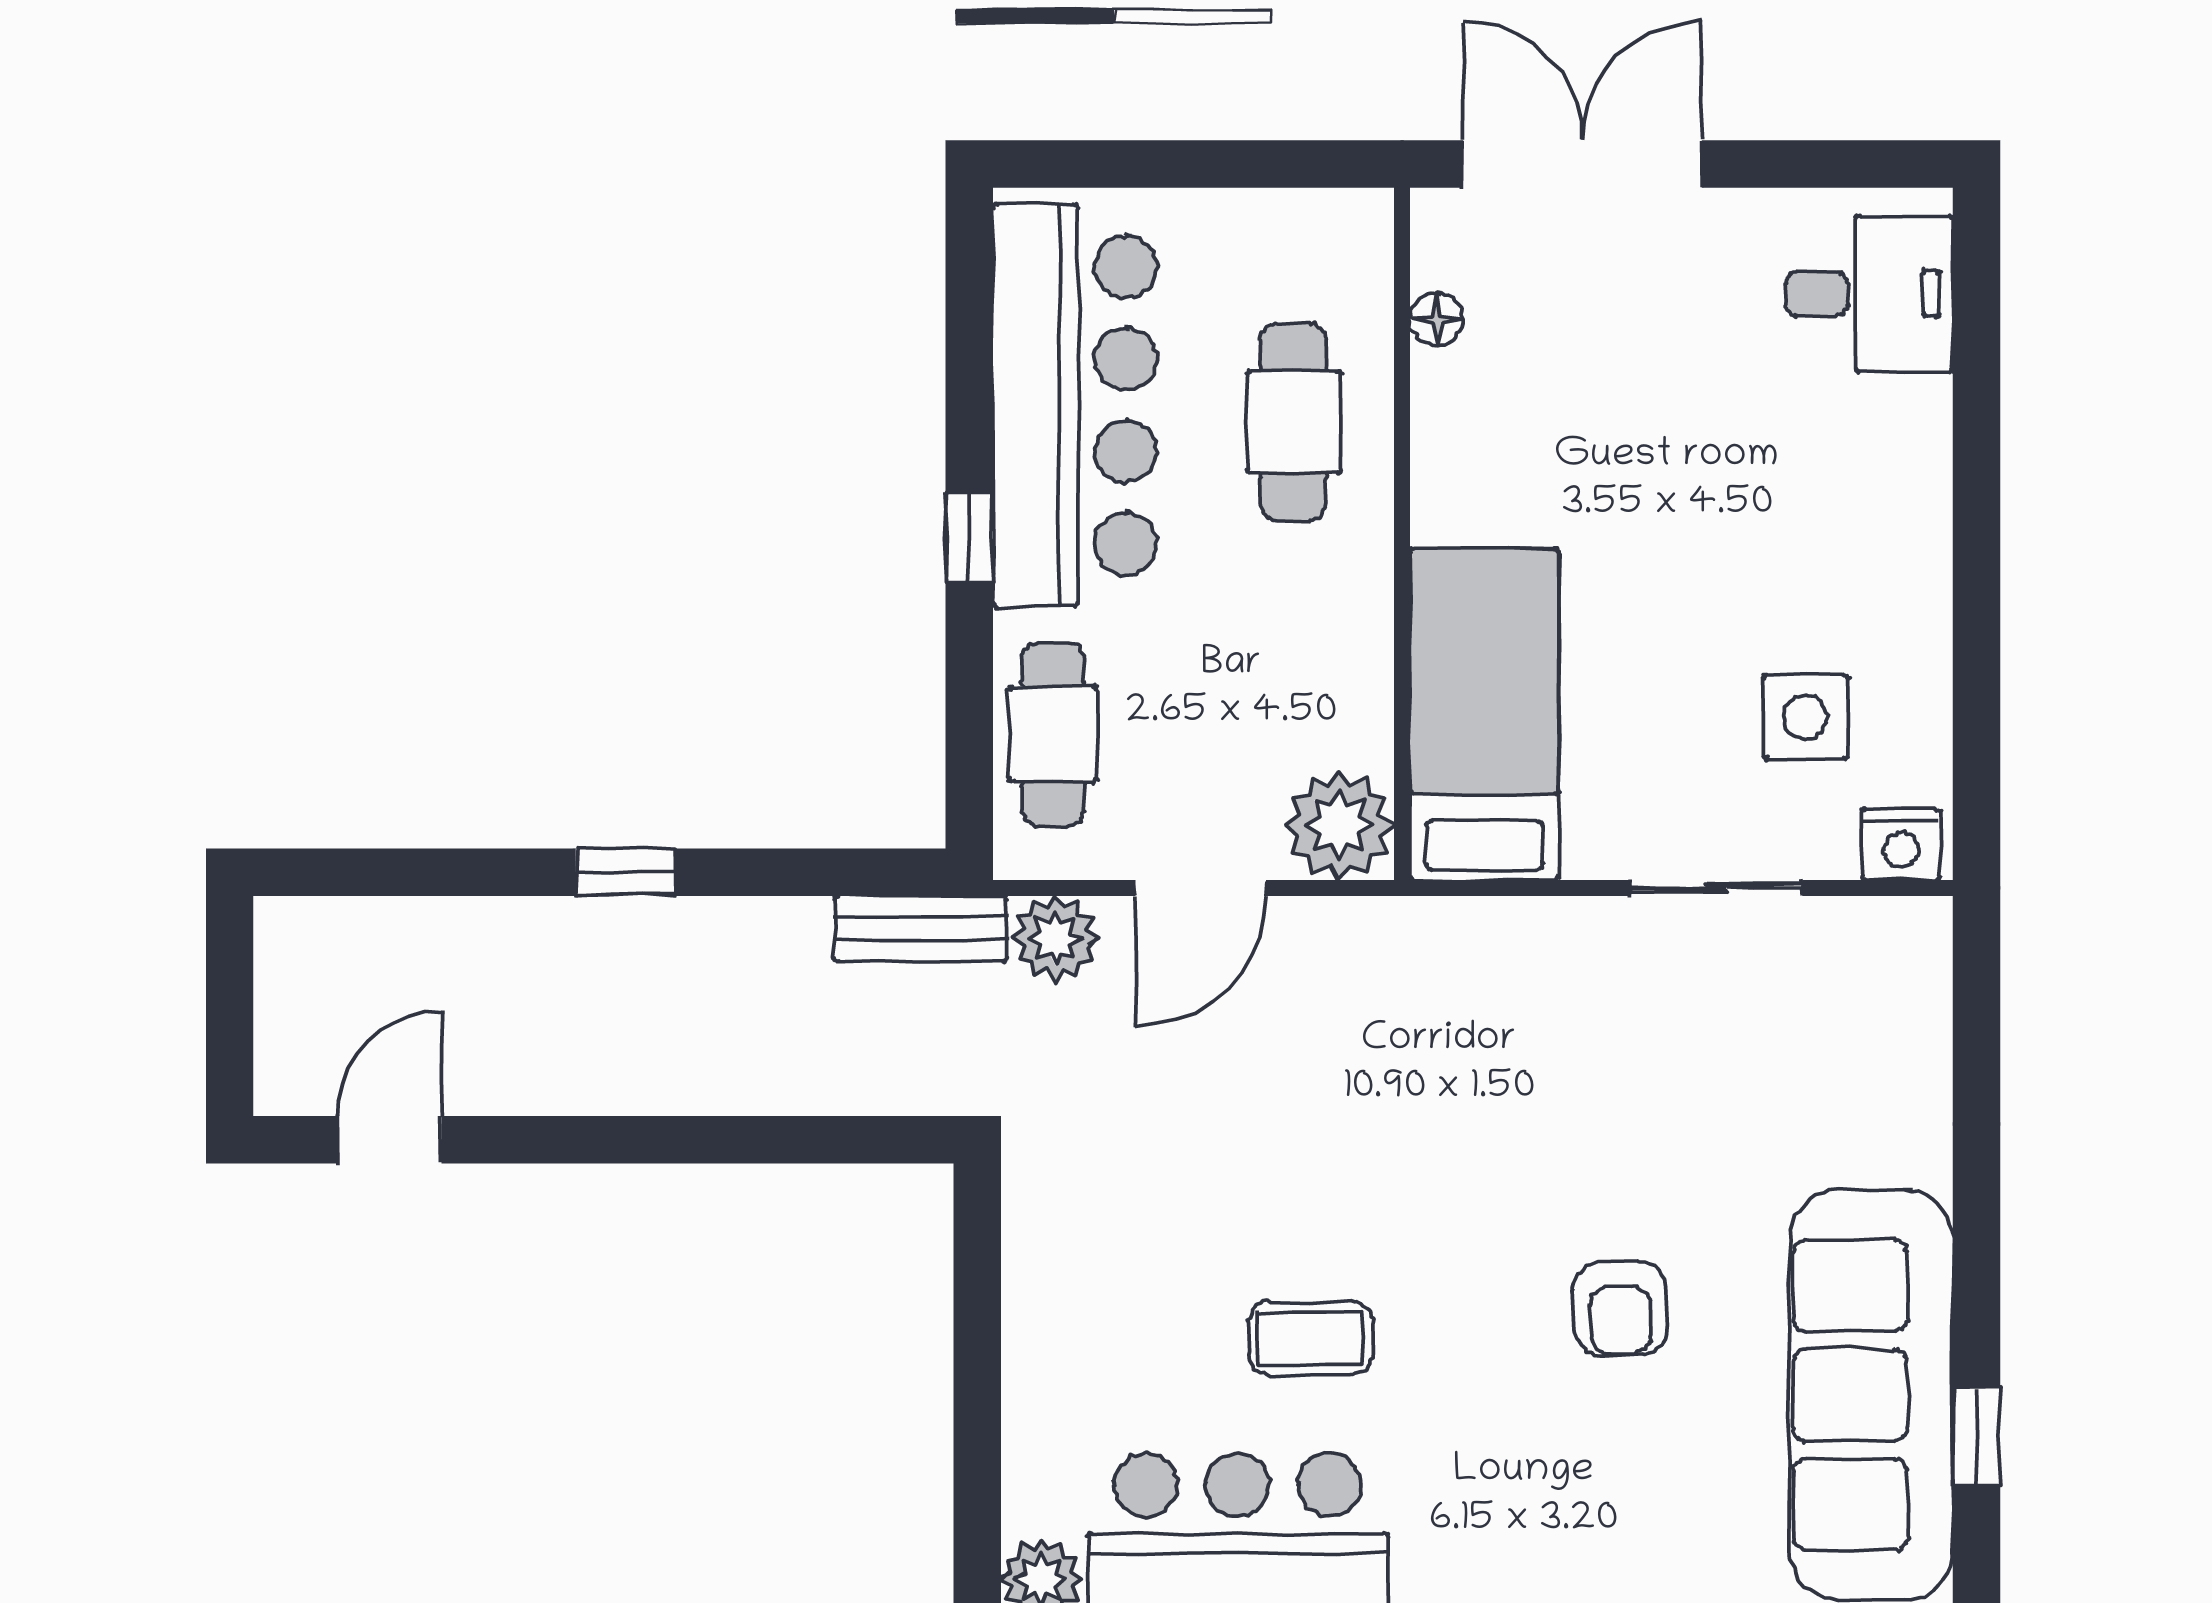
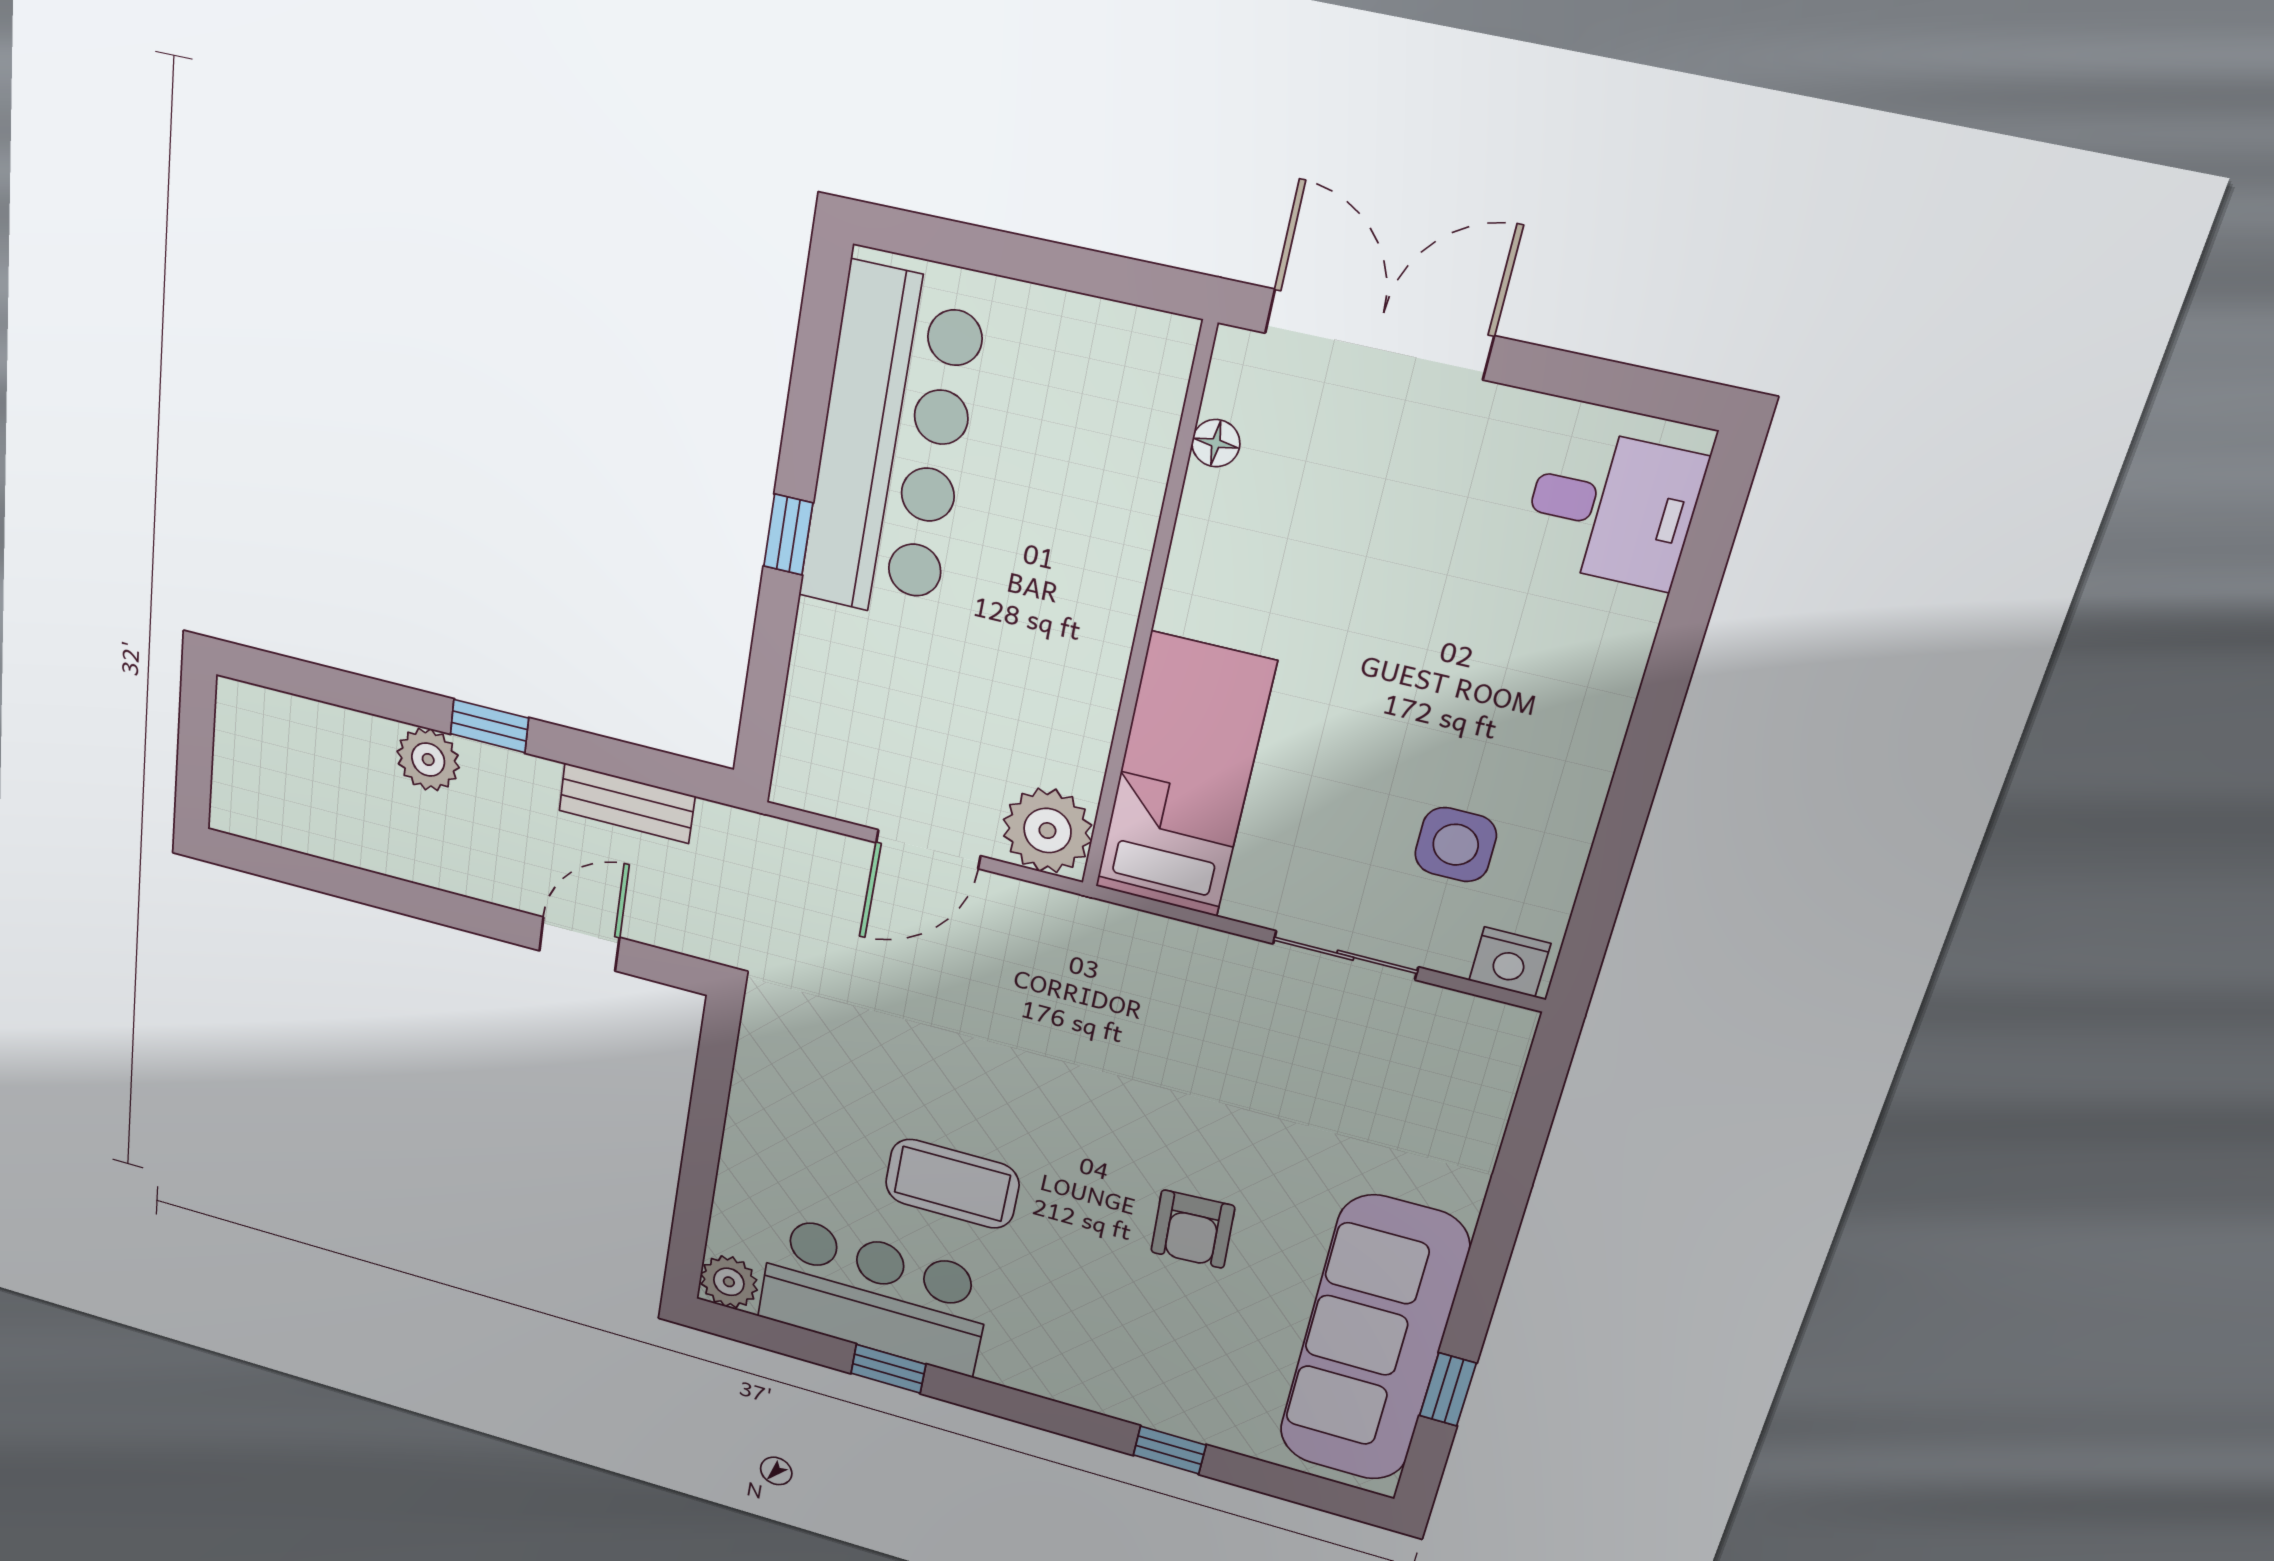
cafe table: (1293, 422) -> (1074, 503), removed
cafe table: (1053, 734) -> (831, 705), removed
bench: (920, 929) -> (627, 803), moved
plant: (1056, 938) -> (428, 759), moved
door: (389, 1140) -> (579, 944), moved
coffee table: (1310, 1338) -> (952, 1184), width x1.36, depth x1.30

